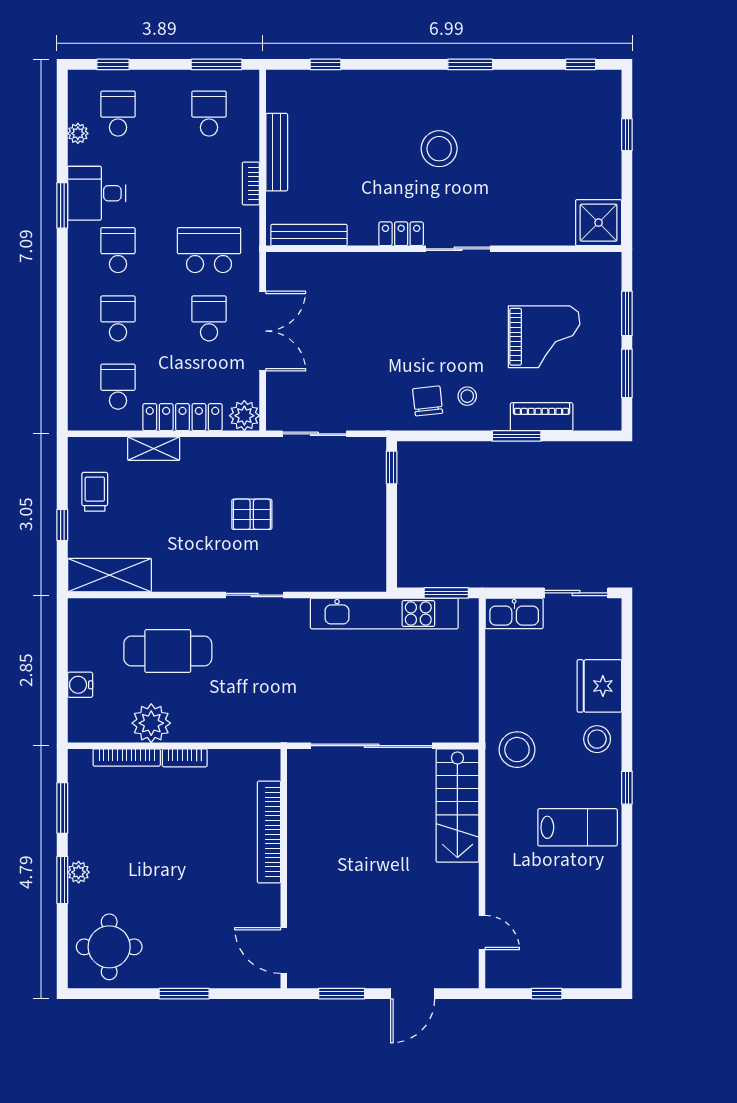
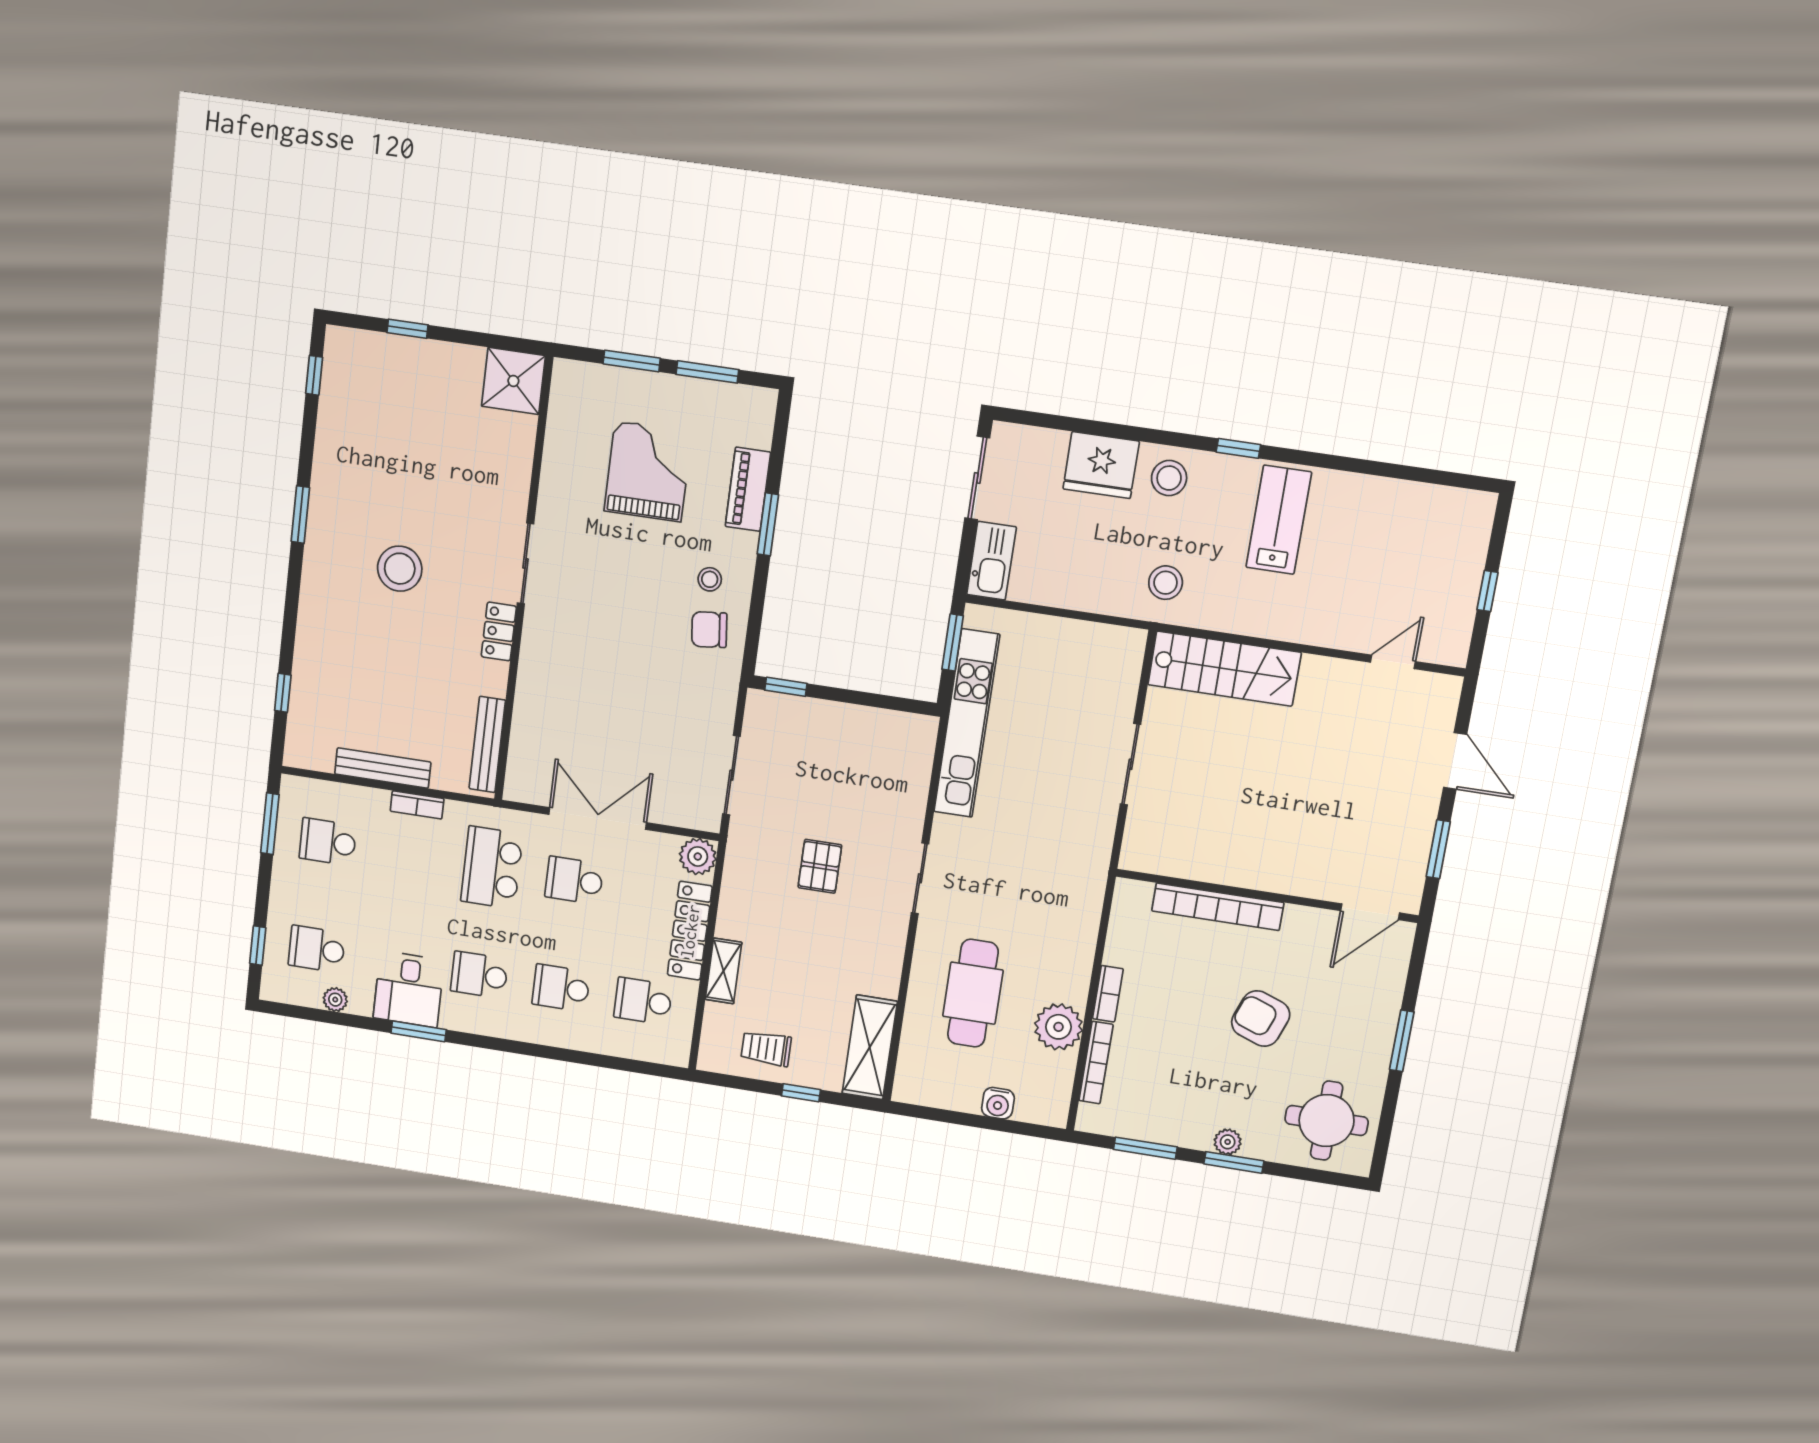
sliding door: (372, 746) -> (1130, 764), width x0.54
stool: (517, 750) -> (1166, 583), width x0.73, depth x0.73
armchair: (184, 881) -> (1261, 1019), added

